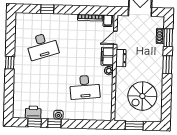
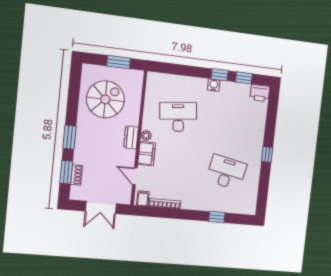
door: (115, 38) -> (135, 176), swing flipped
desk: (42, 46) -> (226, 172), turned 30
dresser: (121, 58) -> (131, 137), moved
printer: (33, 112) -> (260, 93), moved

